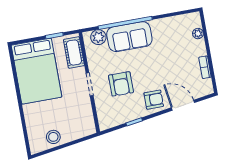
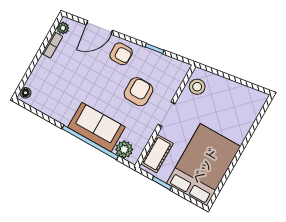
floor lamp: (196, 20) -> (25, 93), added
plant: (198, 34) -> (63, 28), moved
armchair: (154, 100) -> (121, 54), turned 180
door: (183, 105) -> (99, 28), hinge flipped
stool: (53, 137) -> (197, 87), moved

